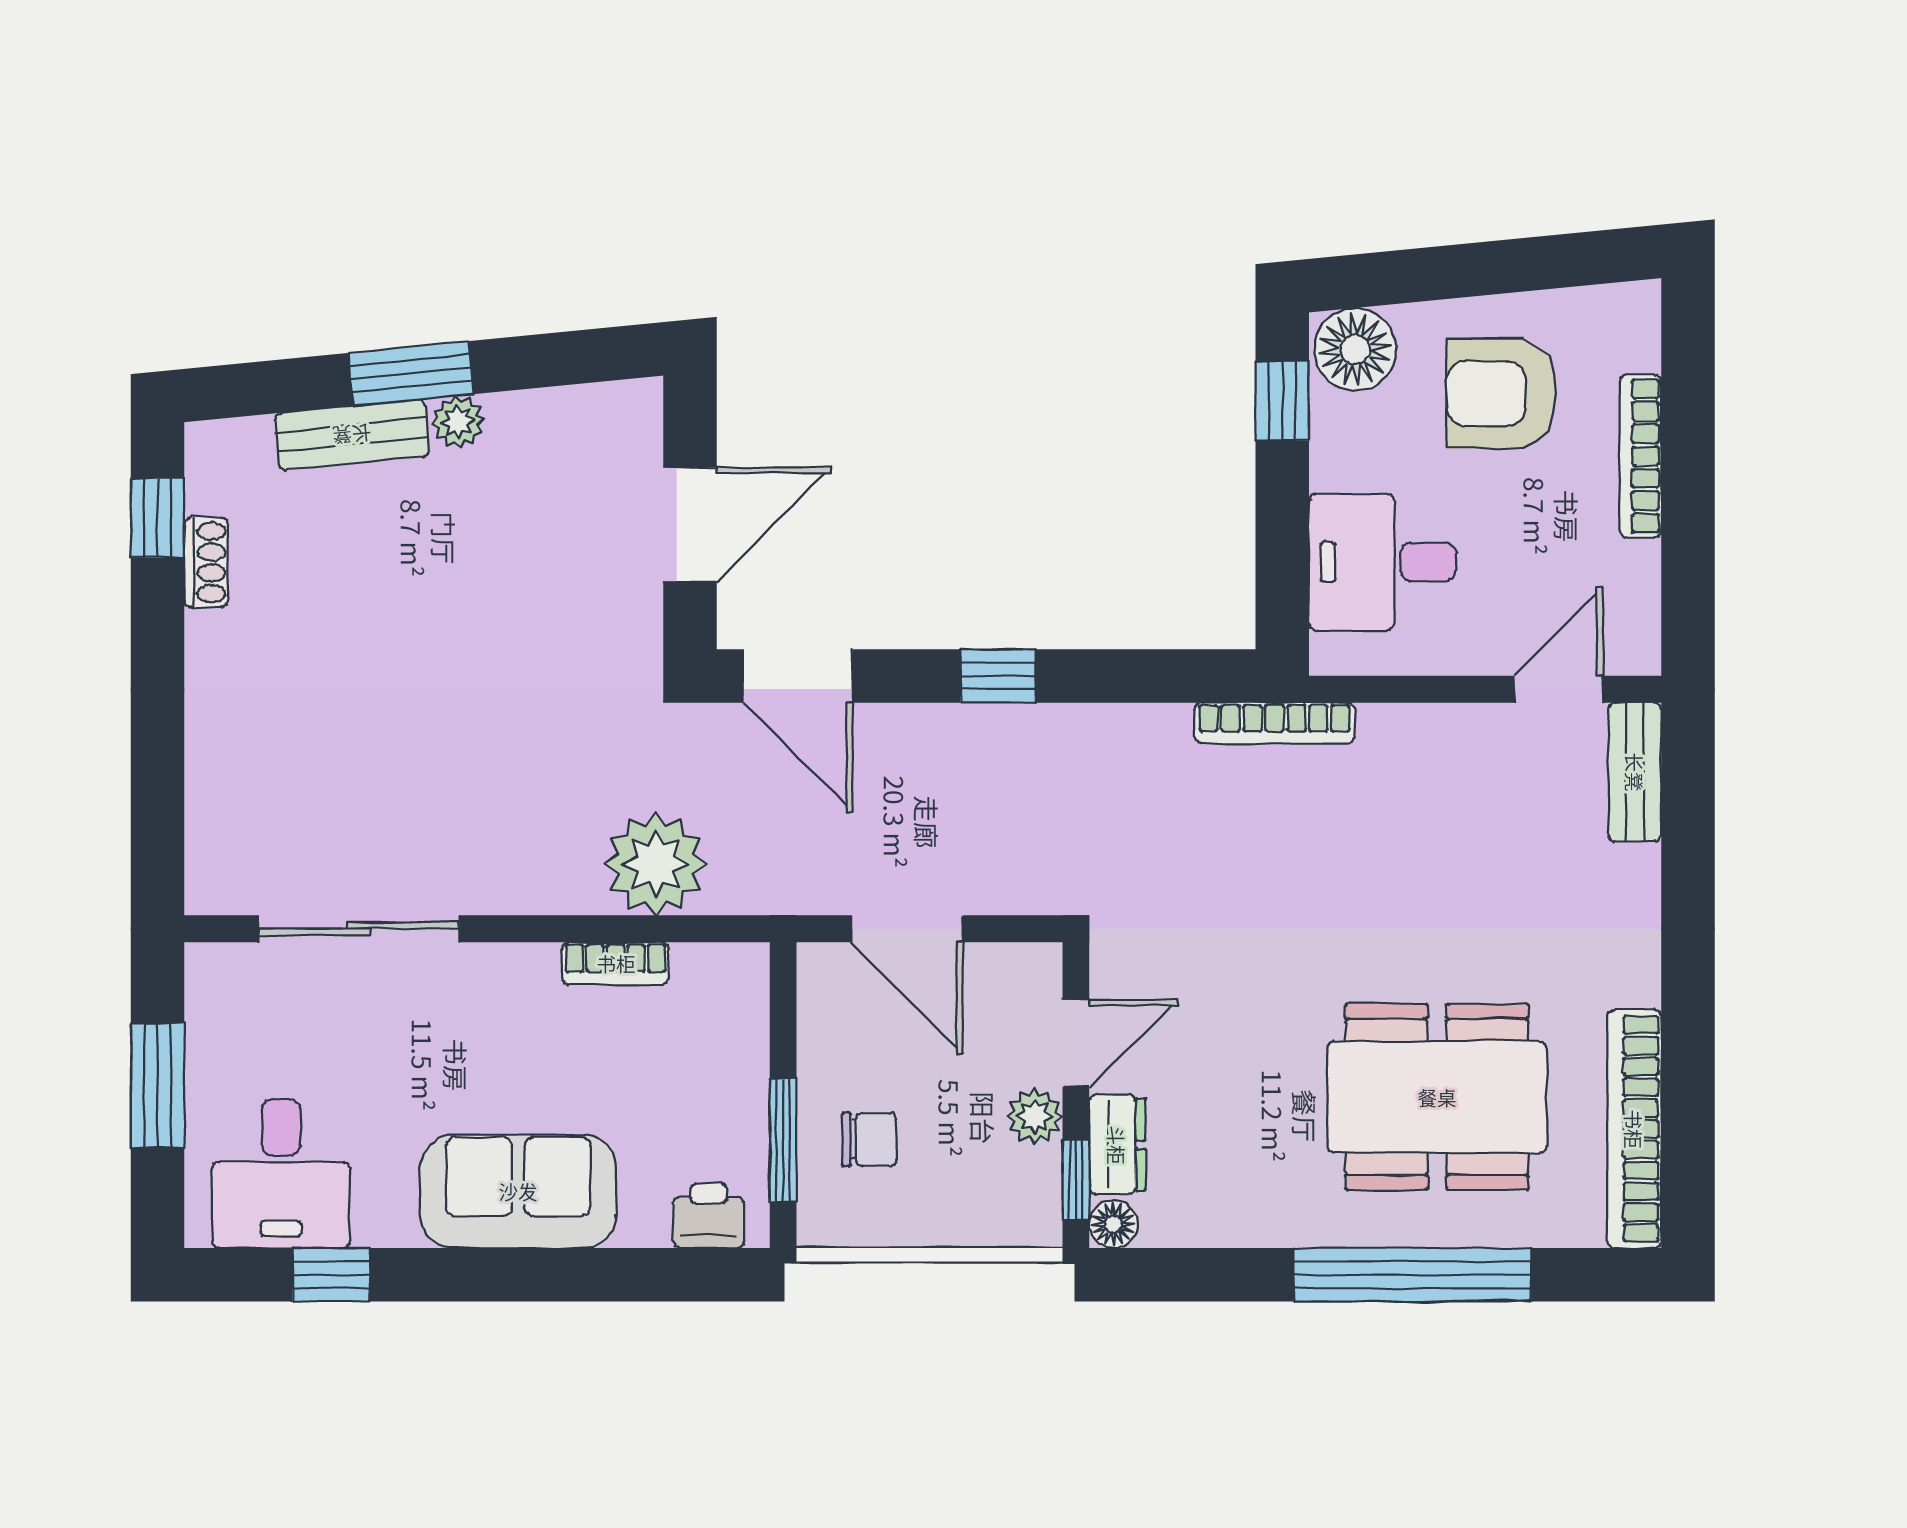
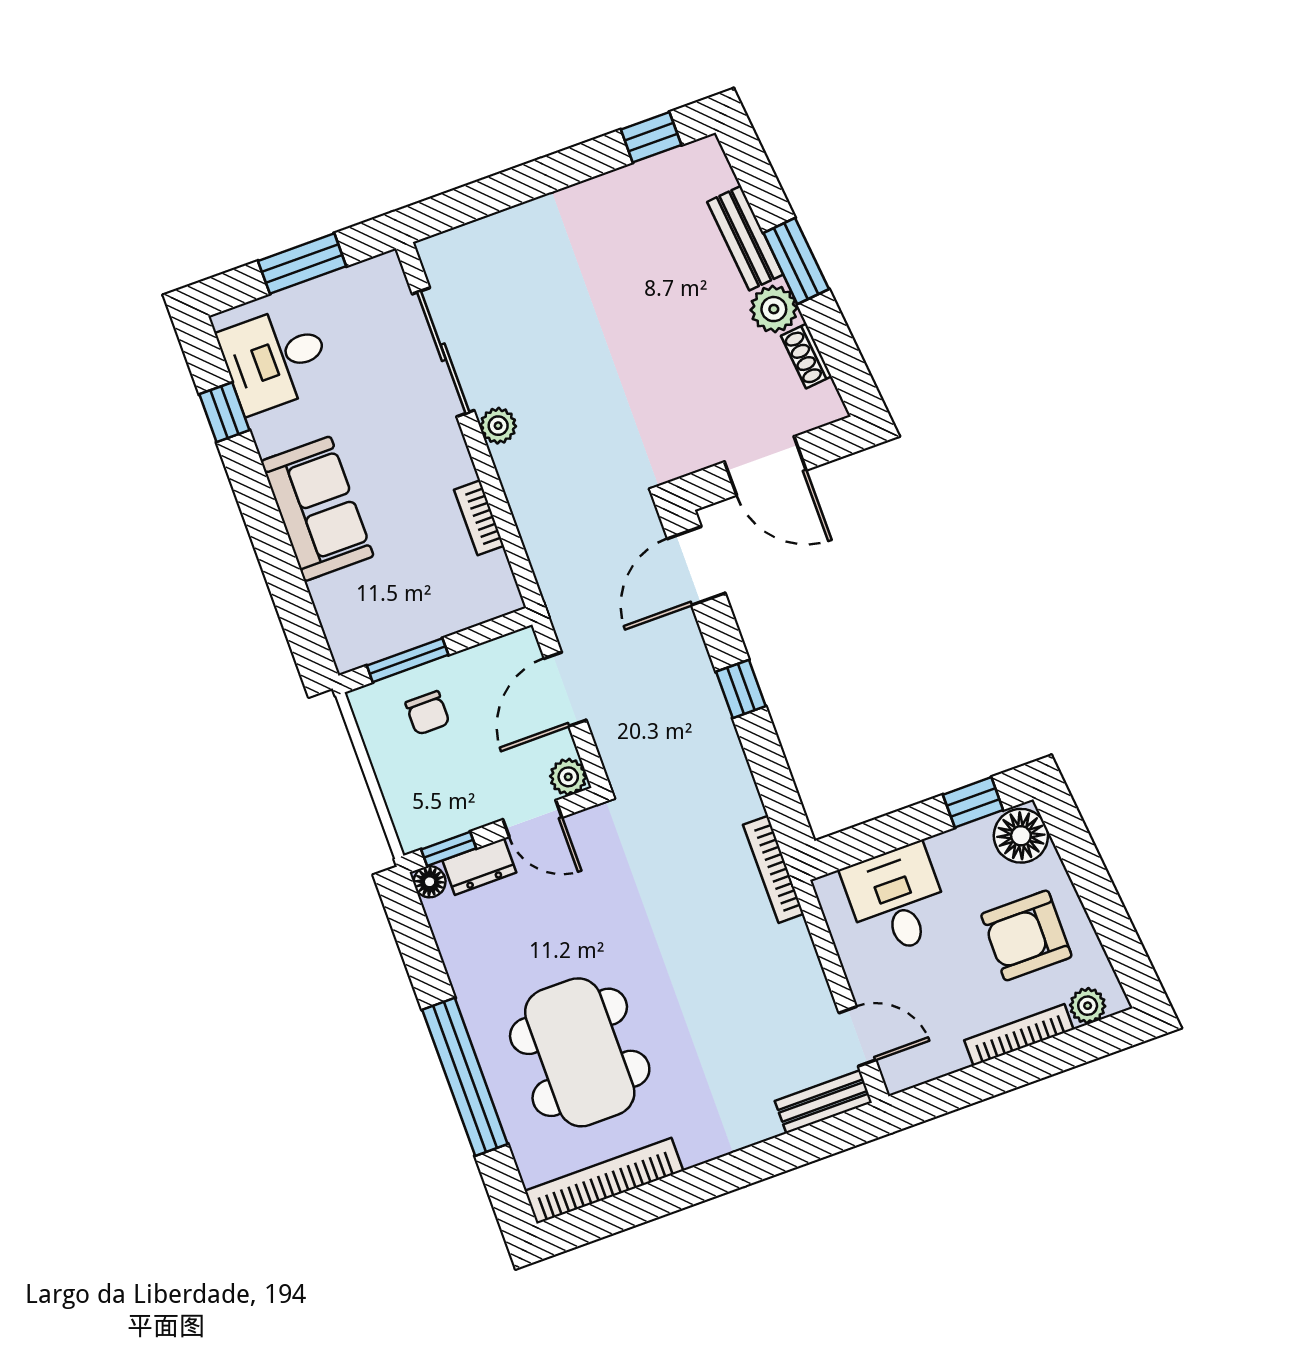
plant: (1634, 342) -> (1088, 1006), added
armchair: (1501, 394) -> (1026, 935), turned -90
plant: (458, 422) -> (774, 309), width x1.38, depth x1.38
shoe rack: (206, 562) -> (806, 356), moved, turned 84
plant: (655, 864) -> (498, 426), moved, width x0.53, depth x0.53
plant: (1035, 1116) -> (568, 777), moved
printer: (709, 1216) -> (345, 631), removed

